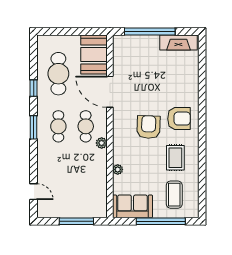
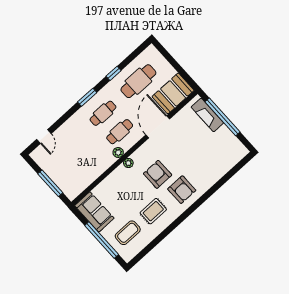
fireplace: (178, 42) -> (207, 115), moved
armchair: (149, 127) -> (158, 174), turned -92
plant: (118, 169) -> (128, 163), moved

